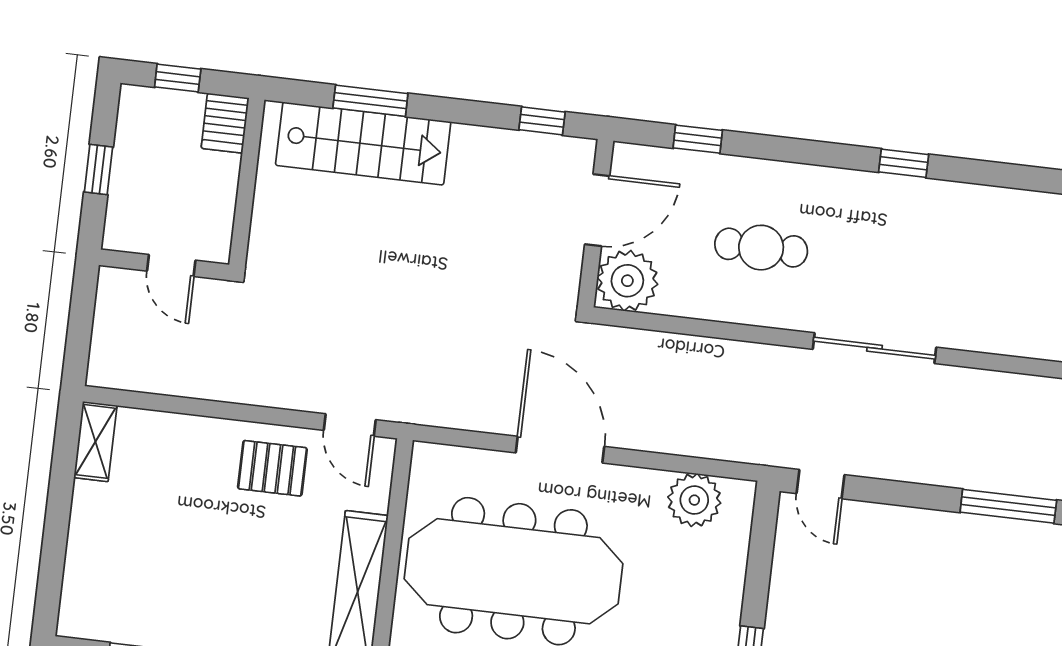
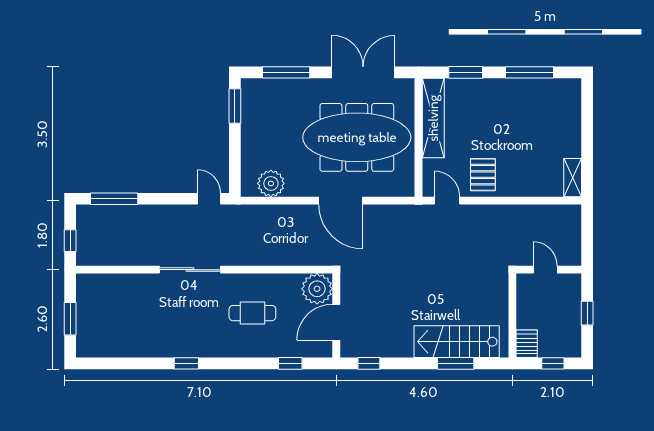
pallet: (272, 468) -> (483, 175), turned 90

